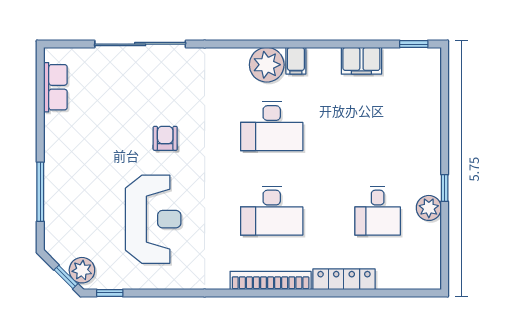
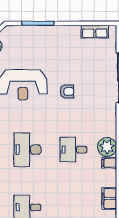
desk: (272, 126) -> (73, 150), width x0.73

